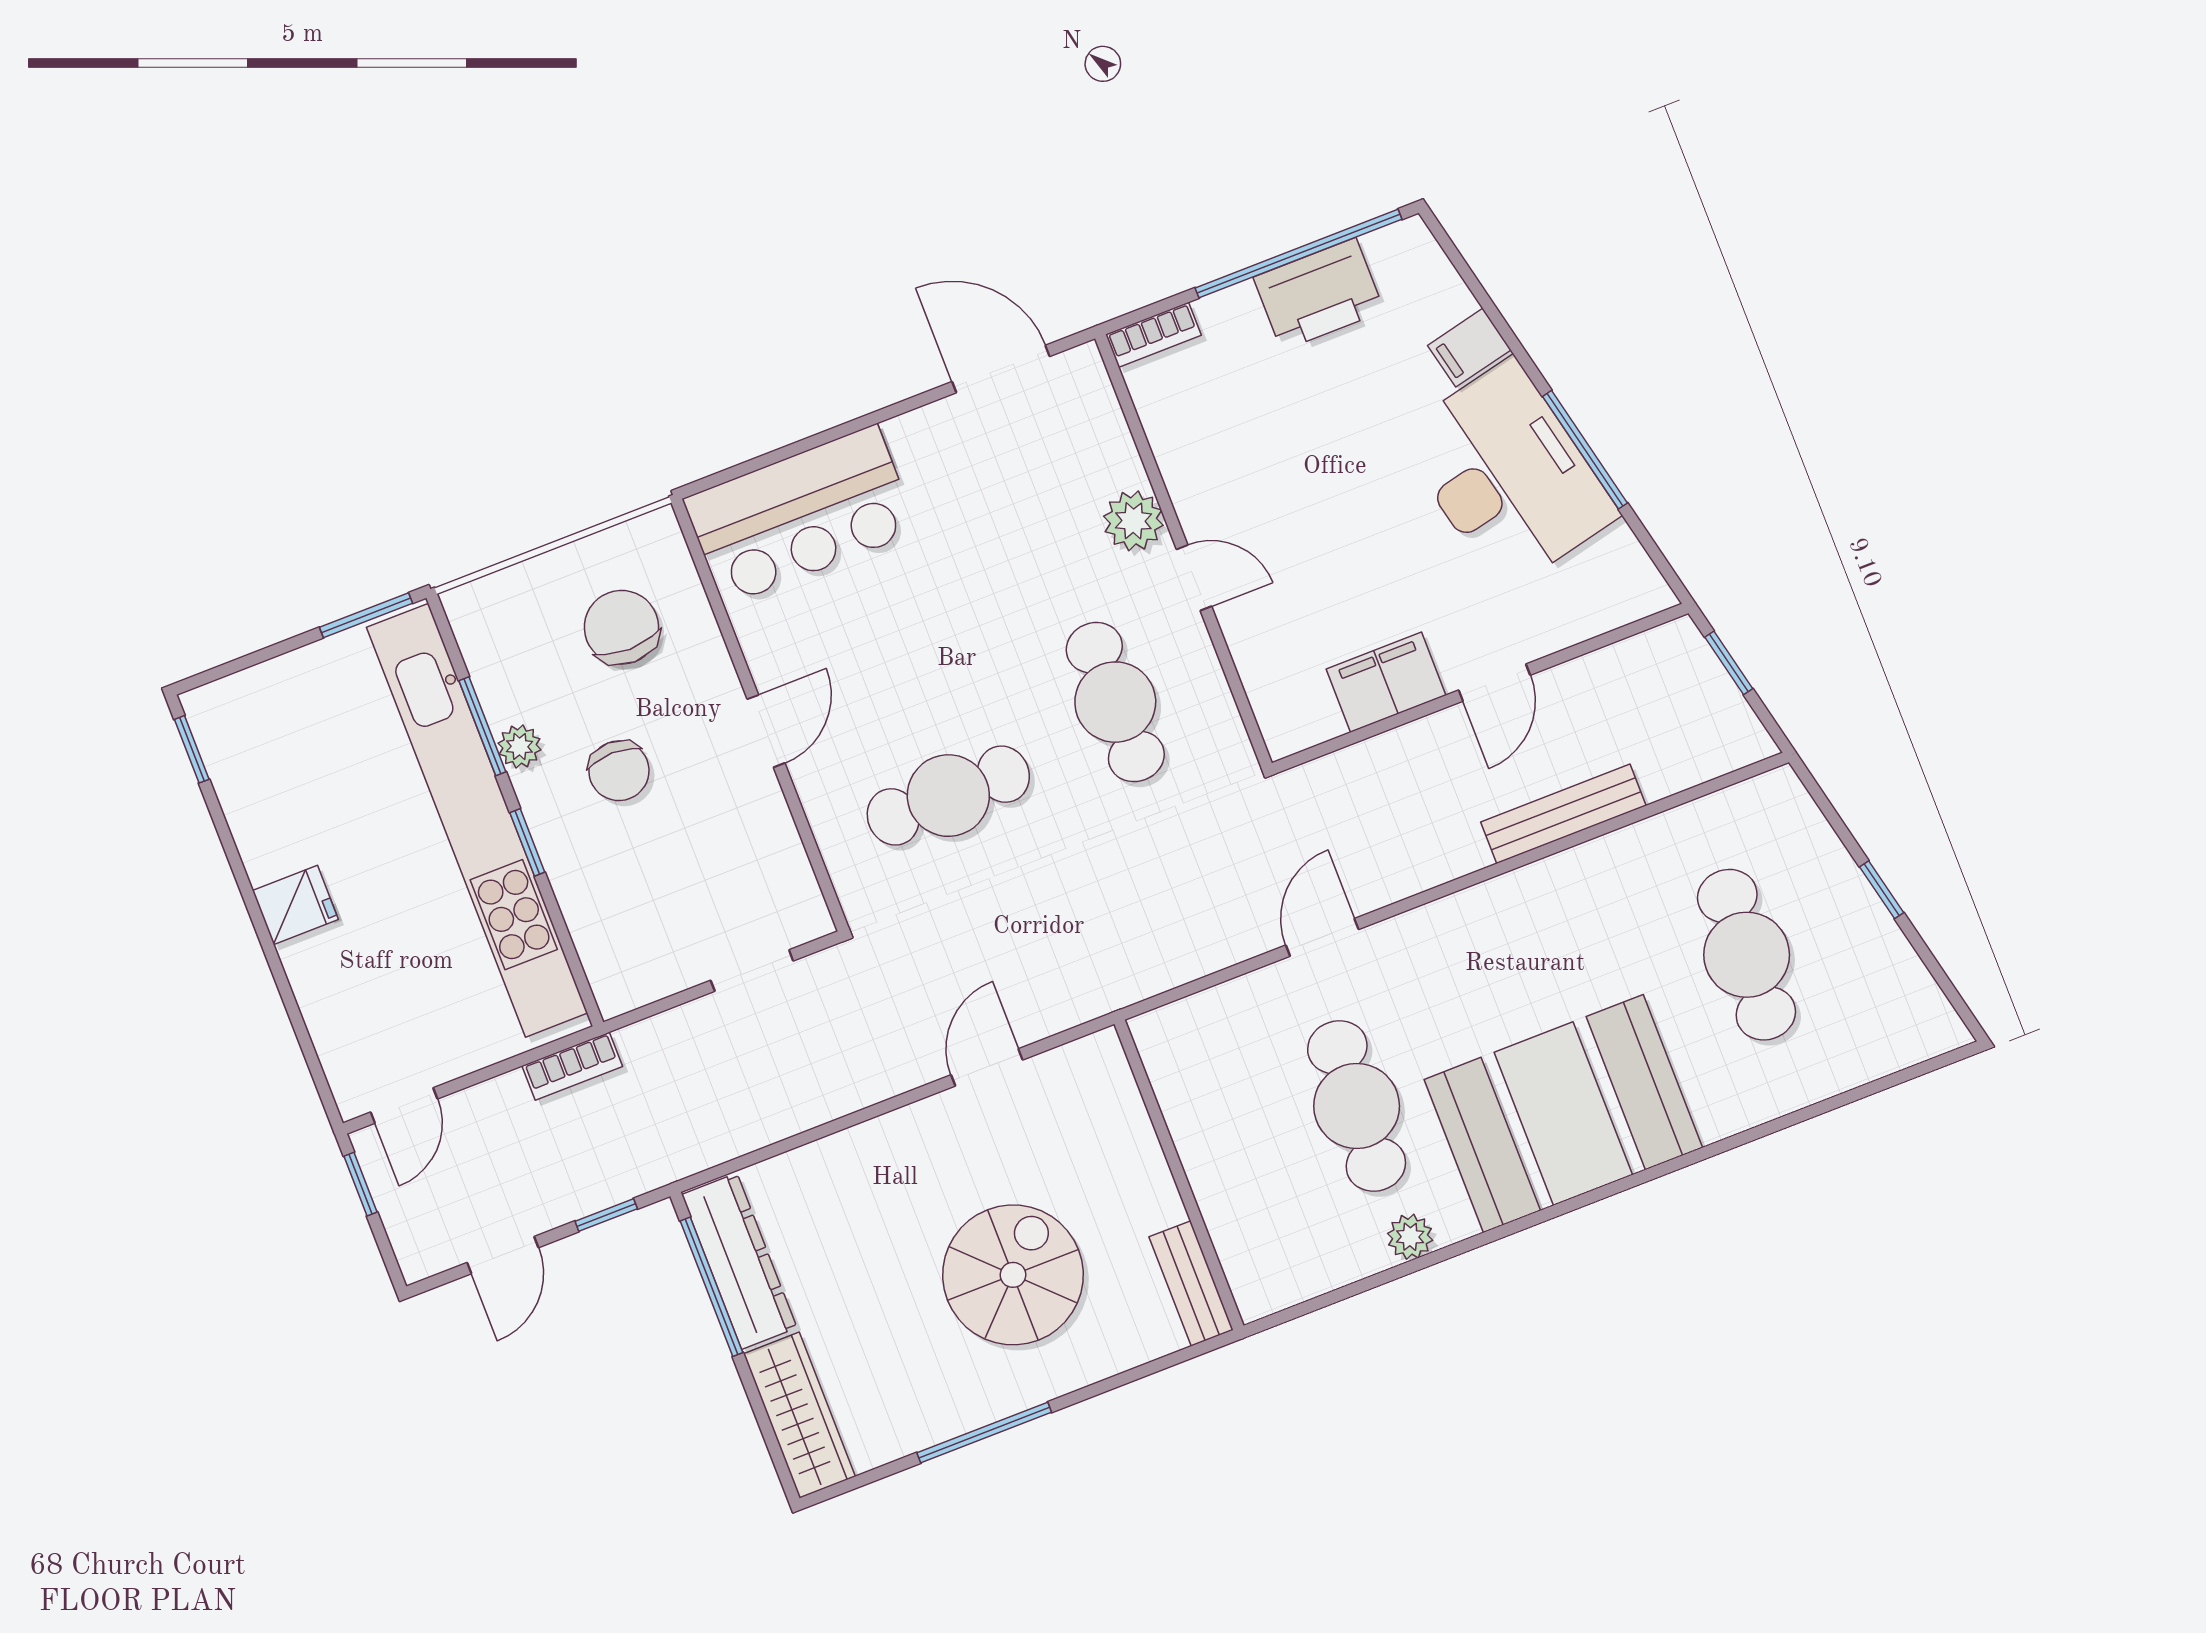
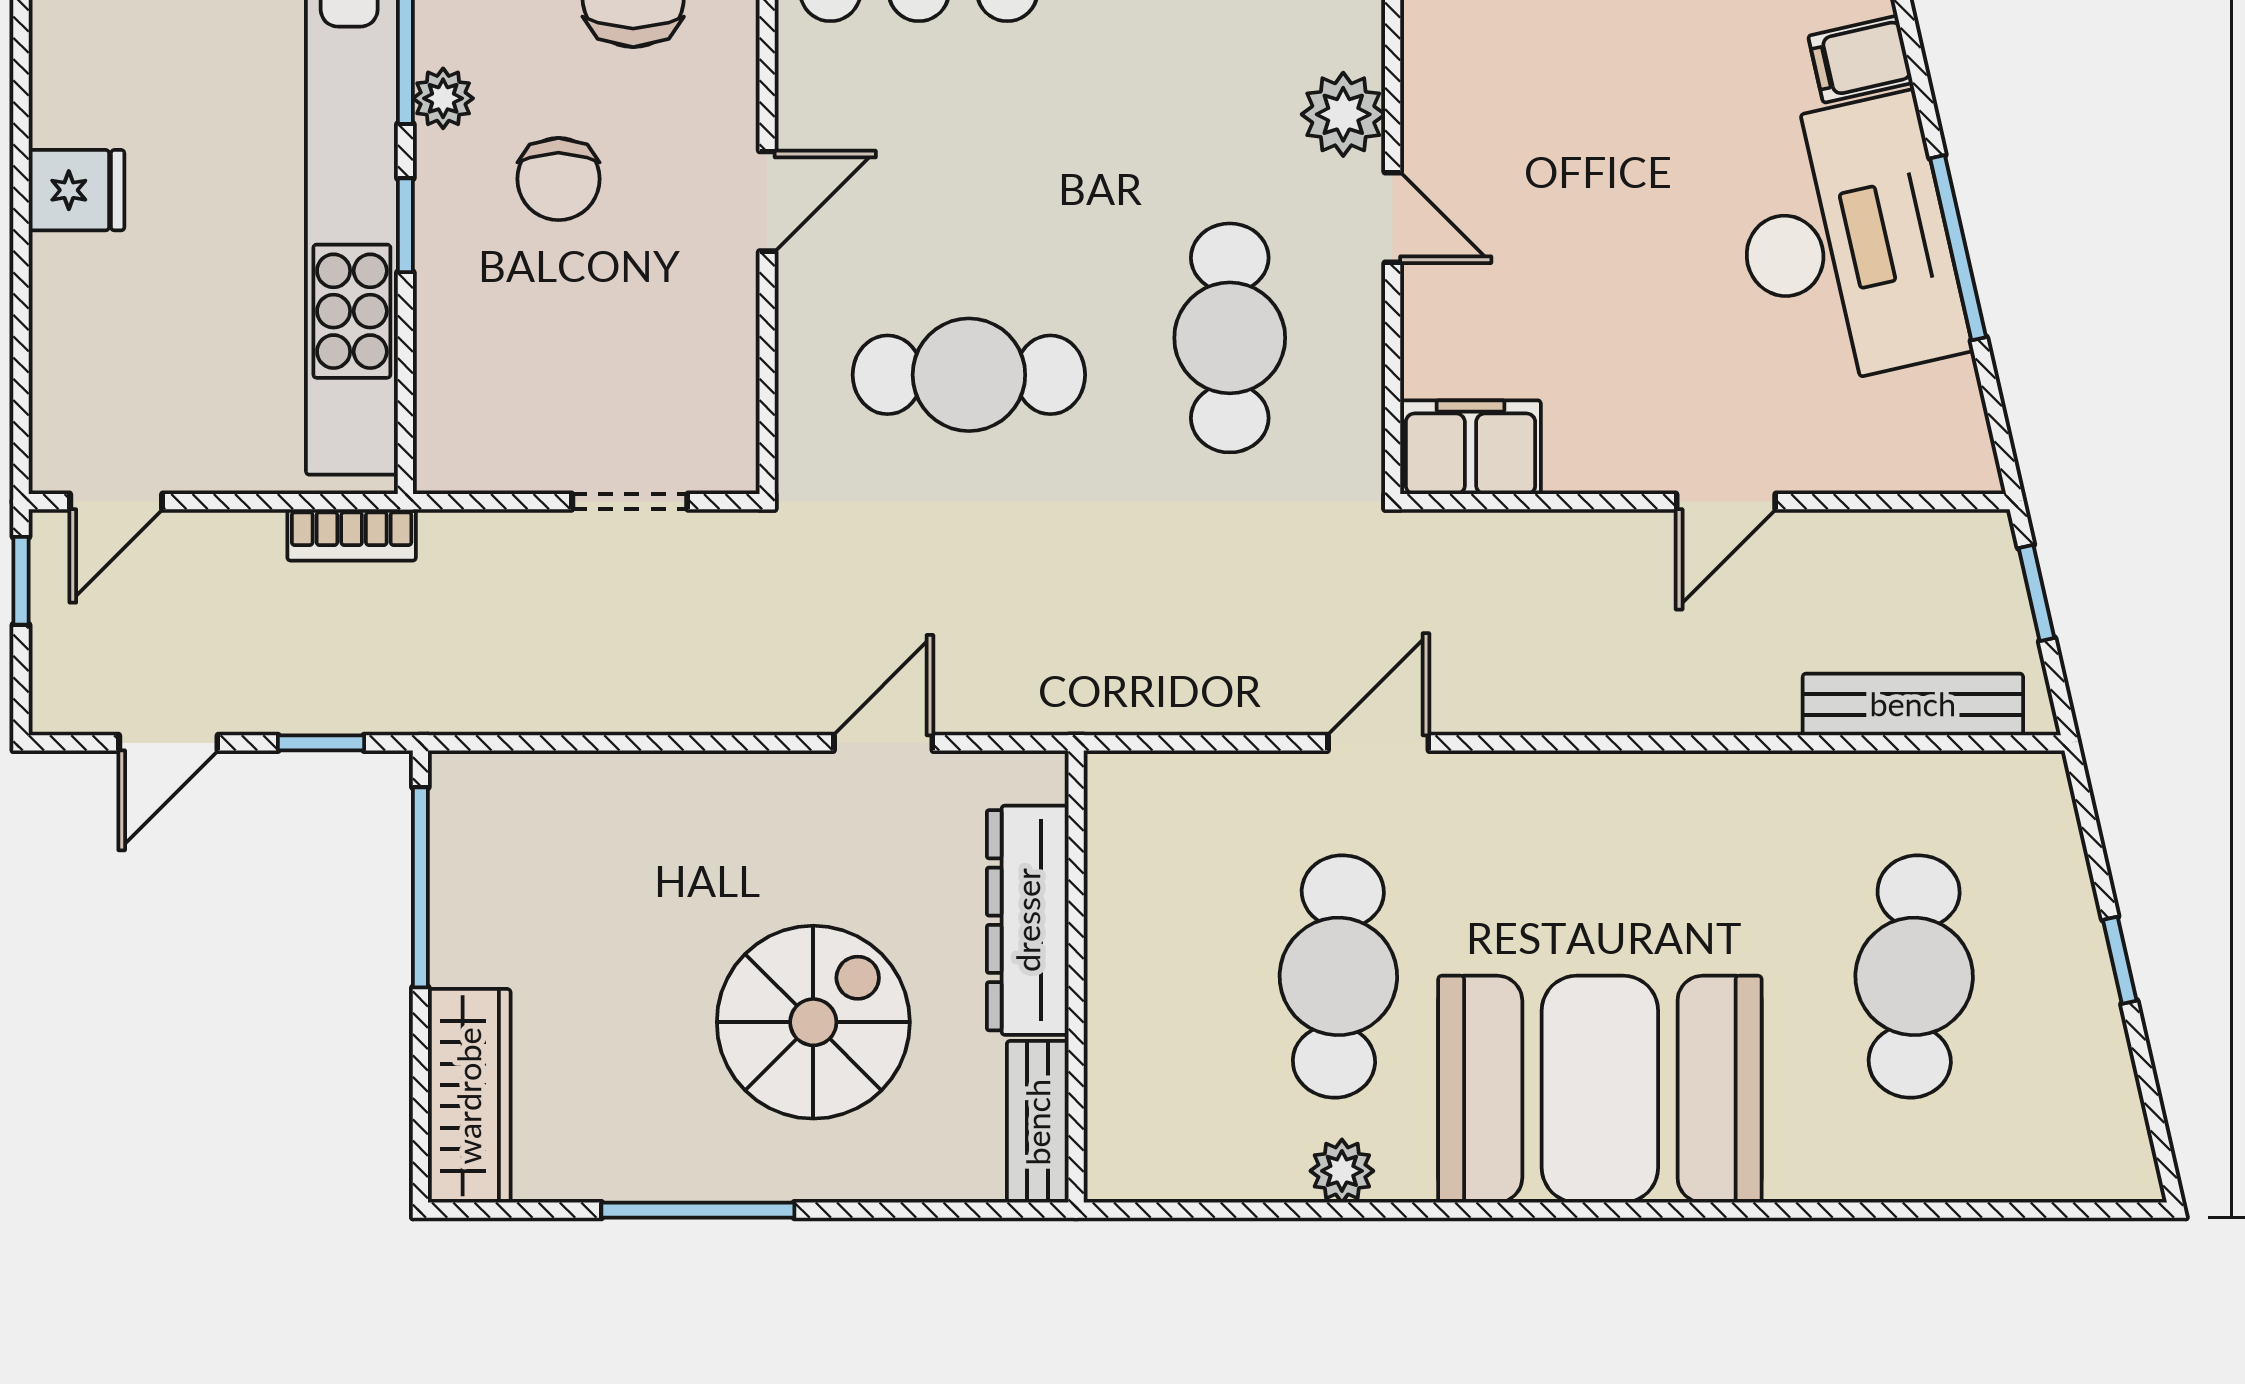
filing cabinet: (1386, 682) -> (1471, 447), moved
bench: (1563, 814) -> (1913, 704), moved
dresser: (739, 1261) -> (1028, 920), moved, turned 180

